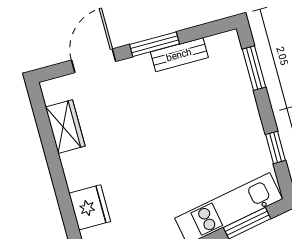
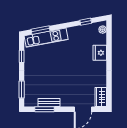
window: (155, 44) -> (44, 109), moved
wardrobe: (65, 127) -> (101, 97), moved

